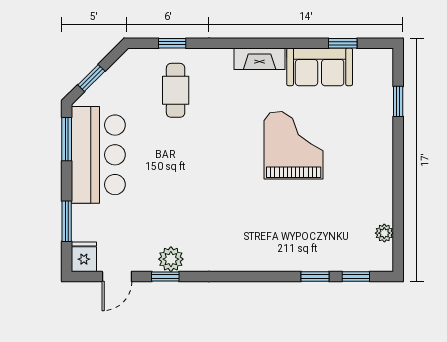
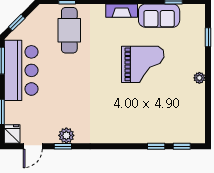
cafe table: (176, 90) -> (69, 30), width x1.37, depth x1.35
grand piano: (294, 145) -> (143, 64), turned 90
plant: (384, 233) -> (199, 78), moved

